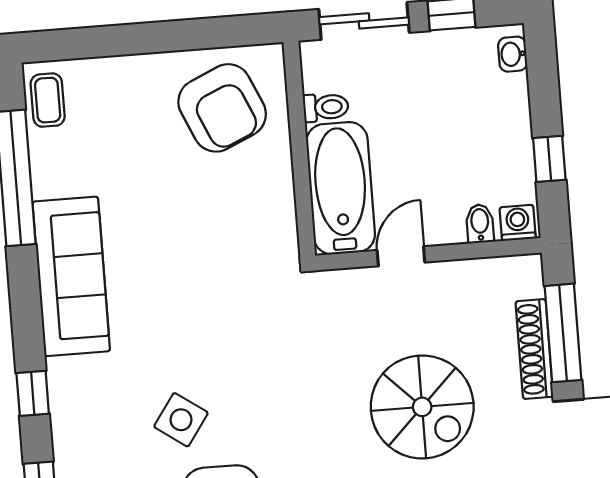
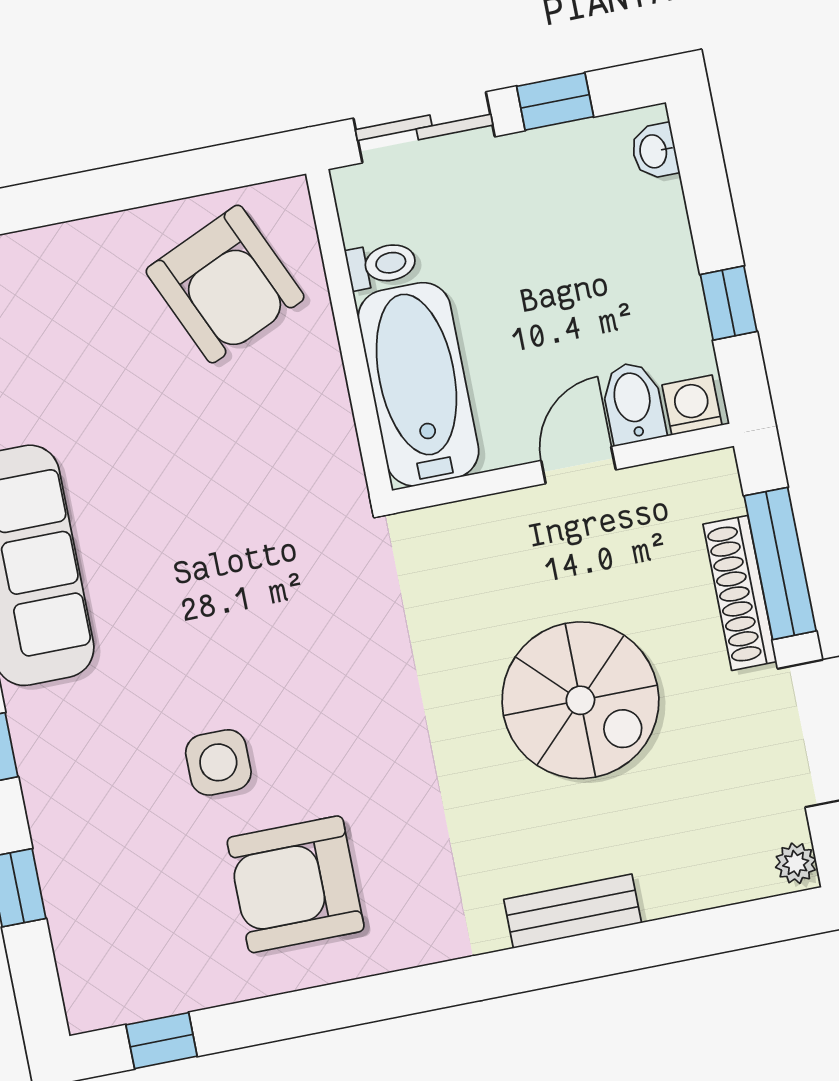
bidet: (480, 224) -> (633, 403), width x1.38, depth x1.36
door: (401, 256) -> (578, 465), moved
side table: (181, 420) -> (218, 762), turned -35

